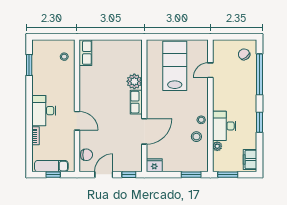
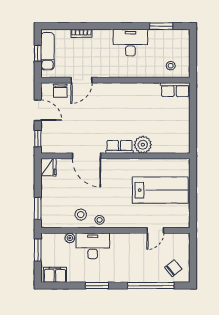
door: (210, 70) -> (155, 230), swing flipped
desk: (44, 111) -> (130, 43), moved
door: (77, 121) -> (82, 80), moved

